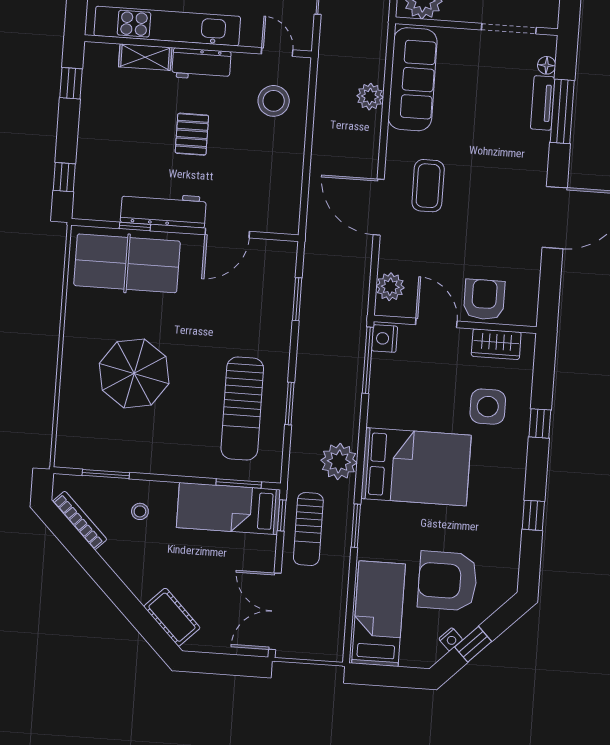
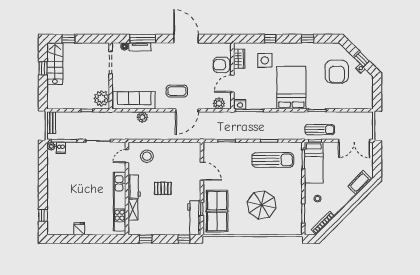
workbench: (163, 210) -> (194, 218), moved
plant: (339, 462) -> (291, 119), removed
bed: (379, 614) -> (352, 99), removed

